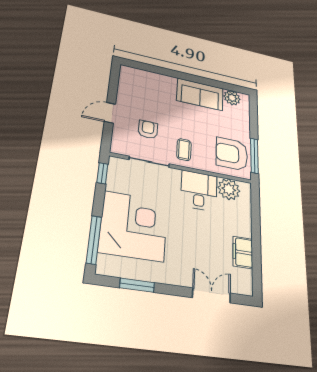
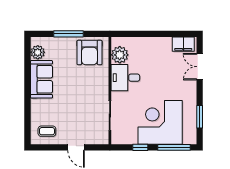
armchair: (148, 130) -> (83, 118), removed
coffee table: (184, 150) -> (47, 131), moved
window: (254, 156) -> (68, 34), moved
window: (102, 173) -> (140, 147), moved
filing cabinet: (243, 252) -> (183, 44), moved

